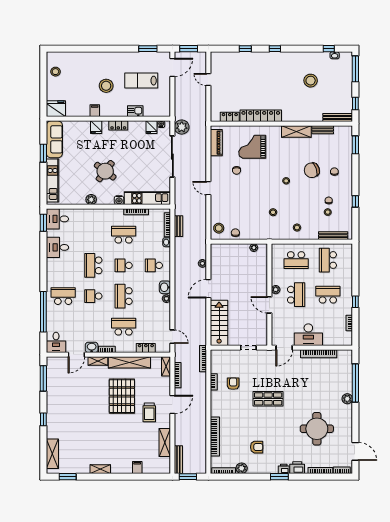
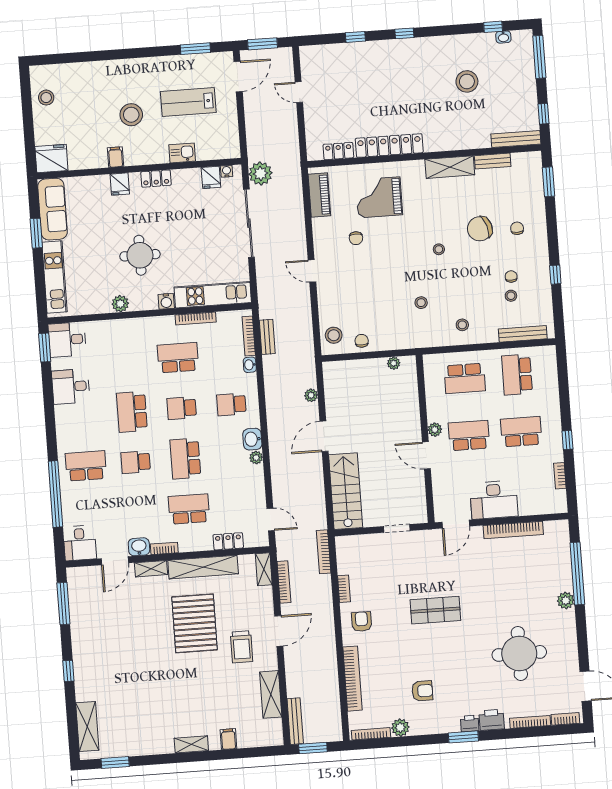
round table: (105, 171) -> (140, 255), turned -37
school desk: (296, 295) -> (469, 435), turned -90
armchair: (233, 384) -> (362, 622), moved
shelving: (100, 469) -> (191, 744), moved

